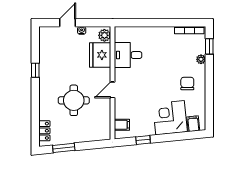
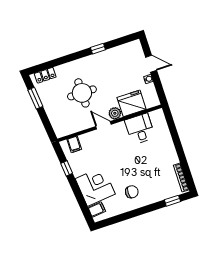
plant: (104, 35) -> (115, 113), moved
plant: (201, 59) -> (158, 197), removed

